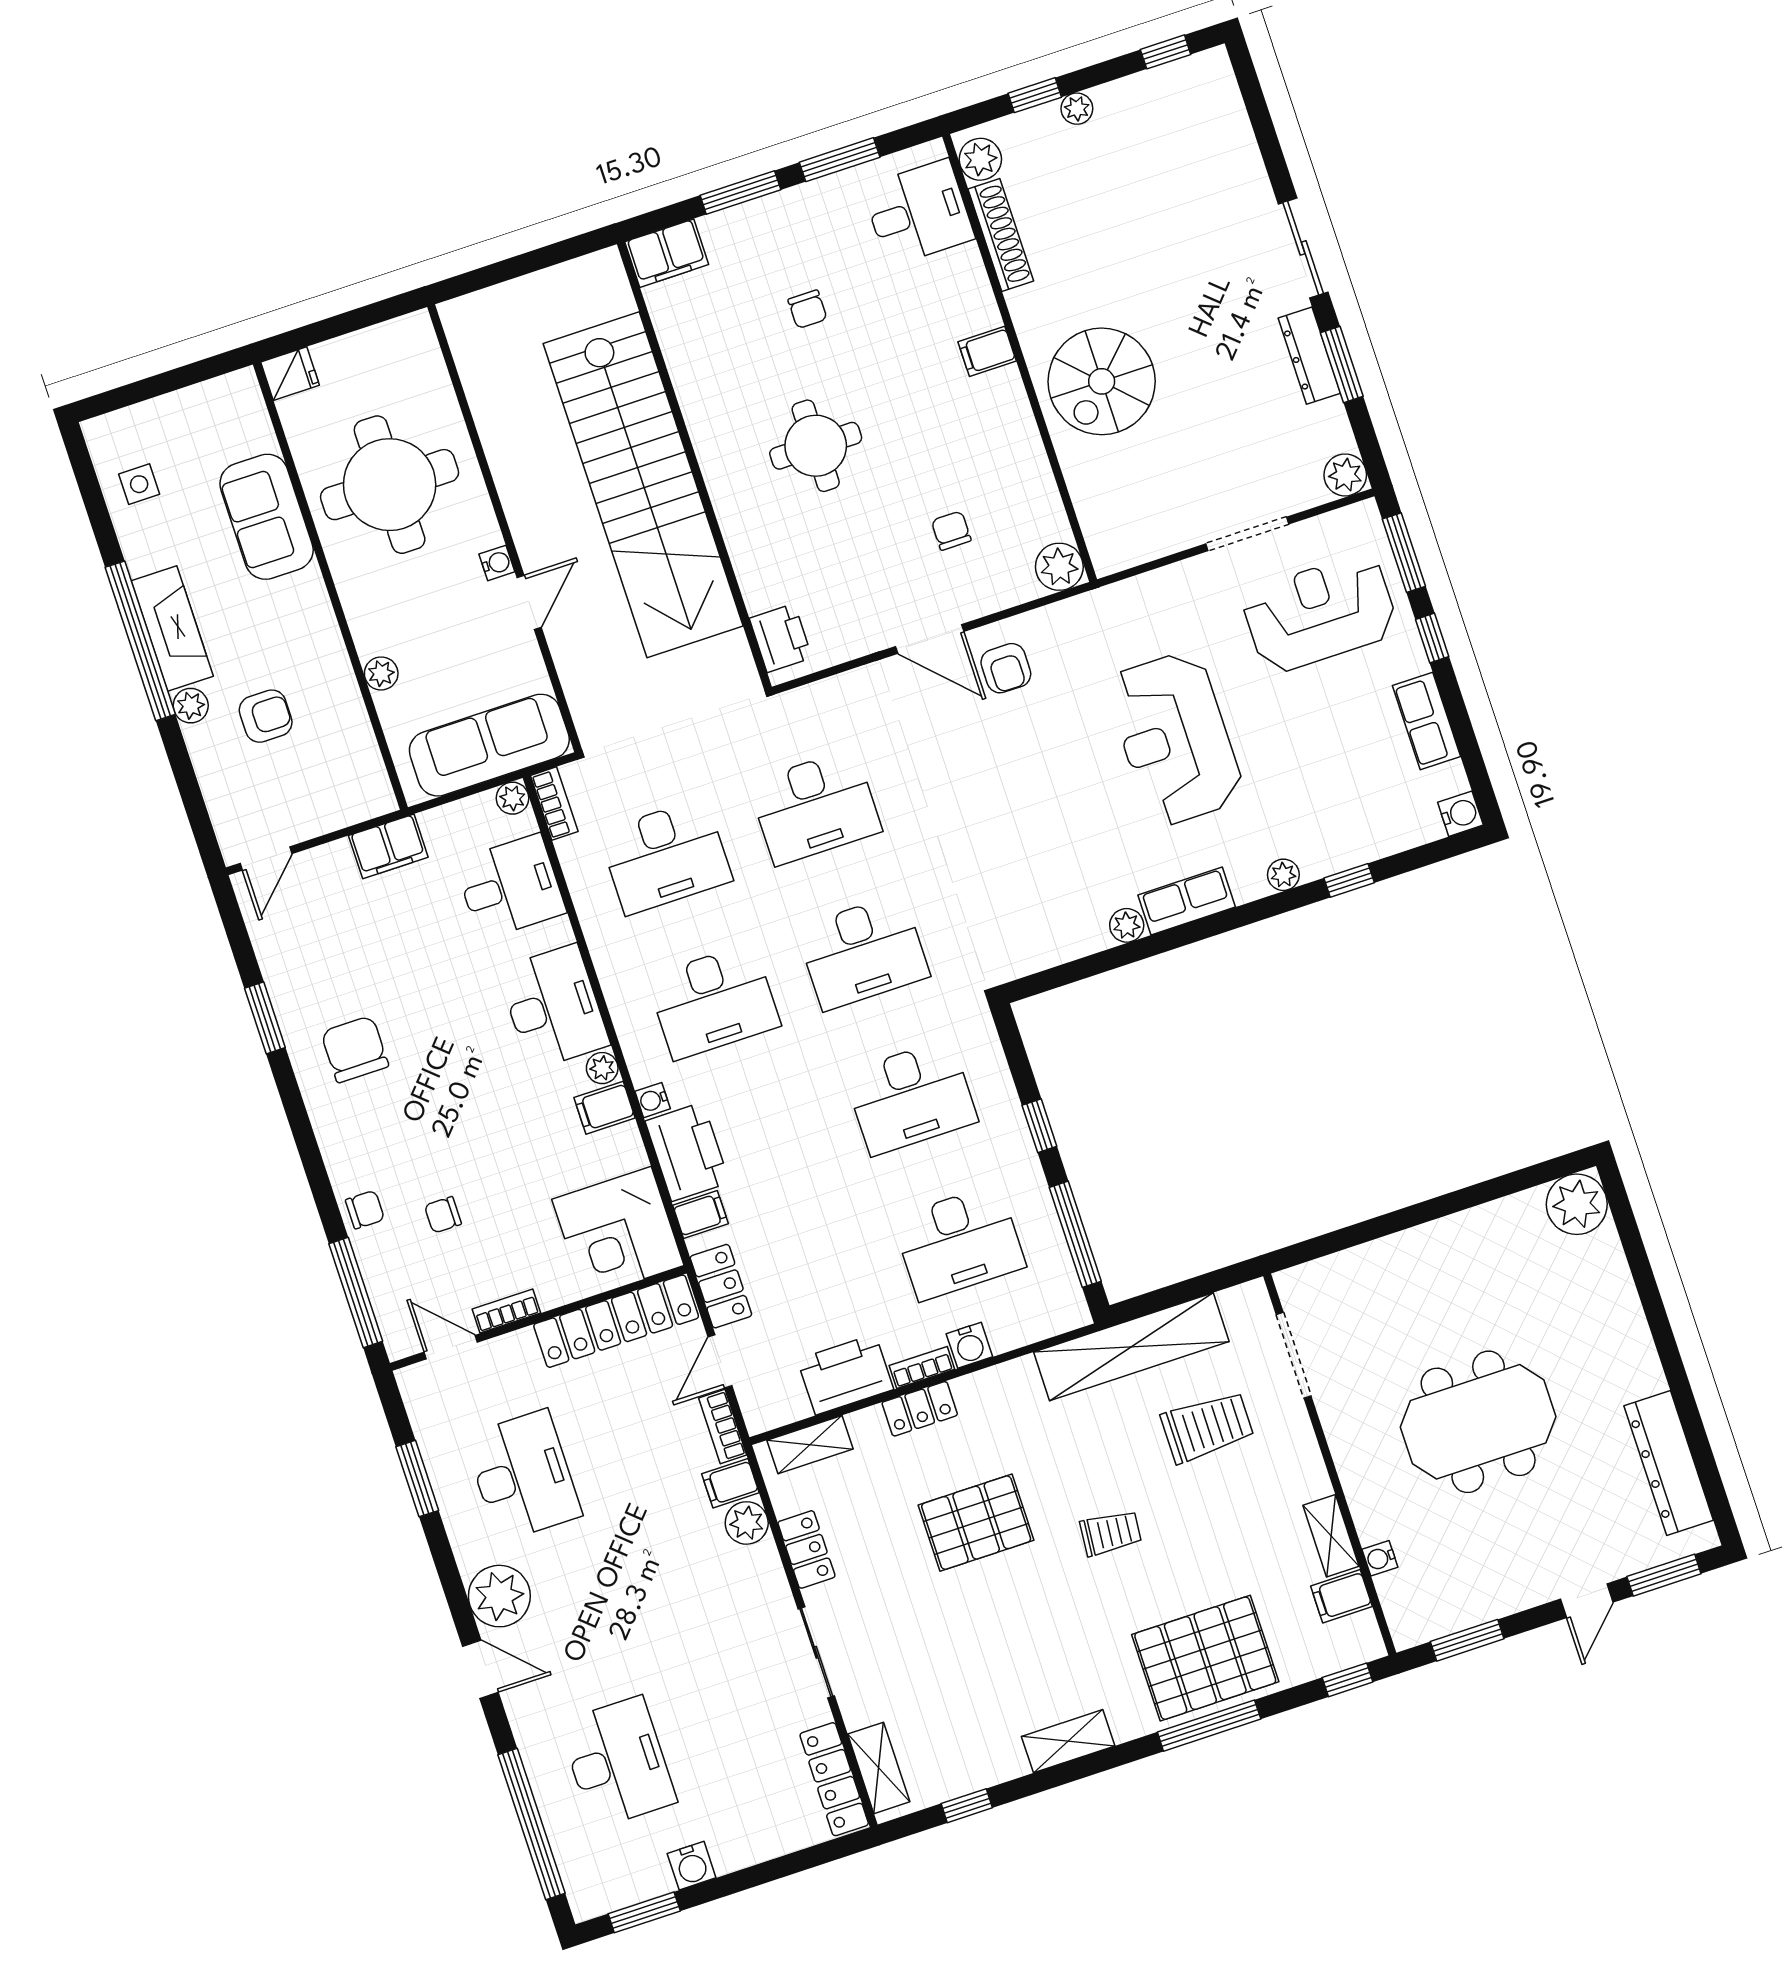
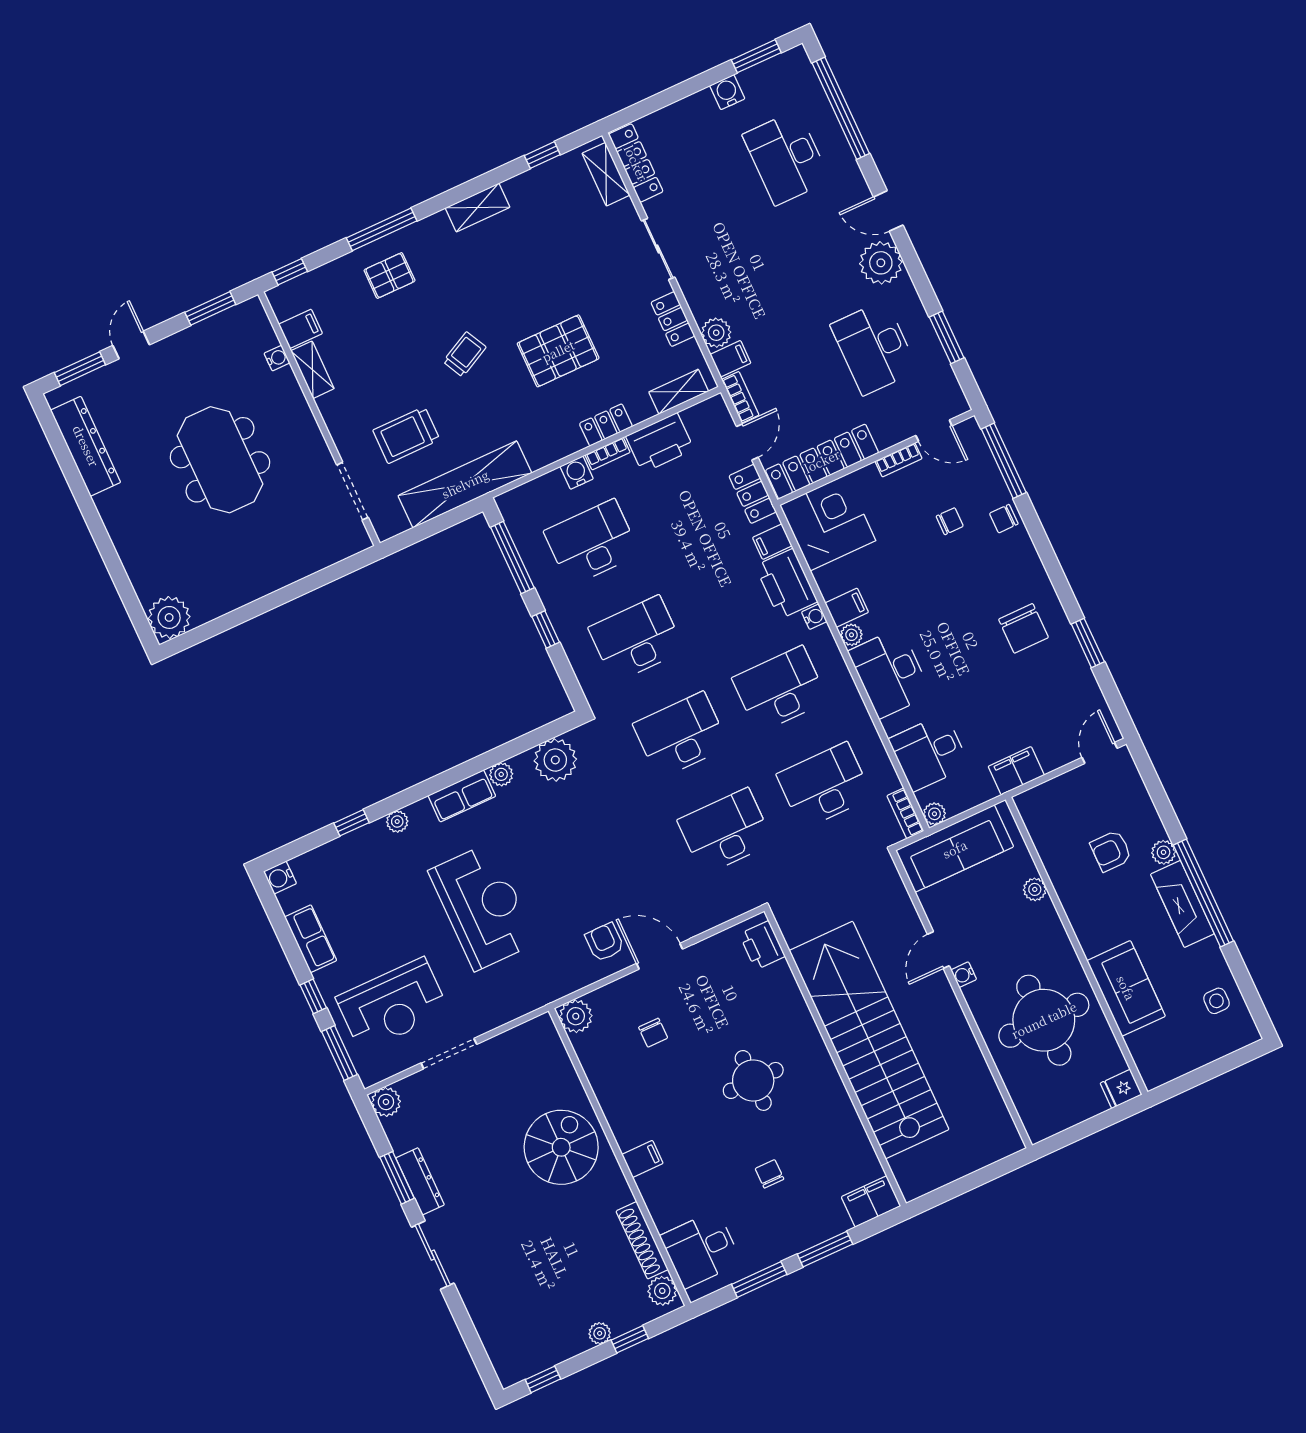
plant: (1047, 937) -> (555, 760), added
meeting table: (1478, 1422) -> (220, 460), turned 90
trolley: (1111, 1533) -> (464, 354), turned 148
pallet: (1205, 1658) -> (390, 276), width x0.49, depth x0.50

